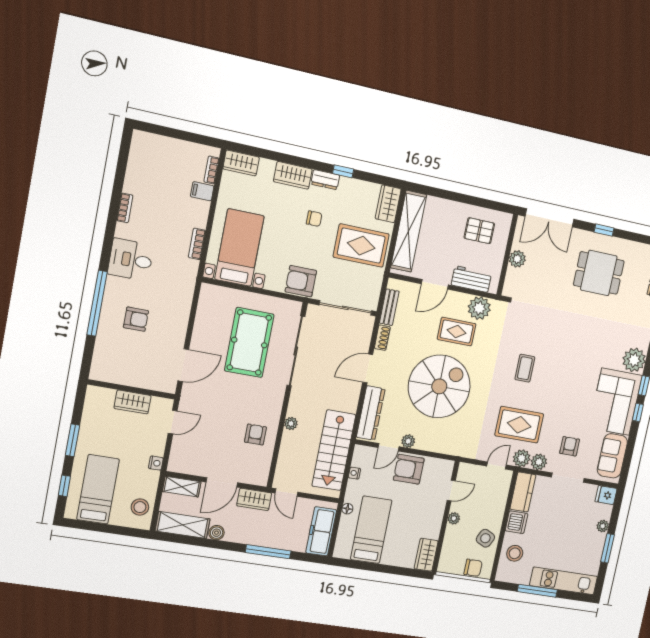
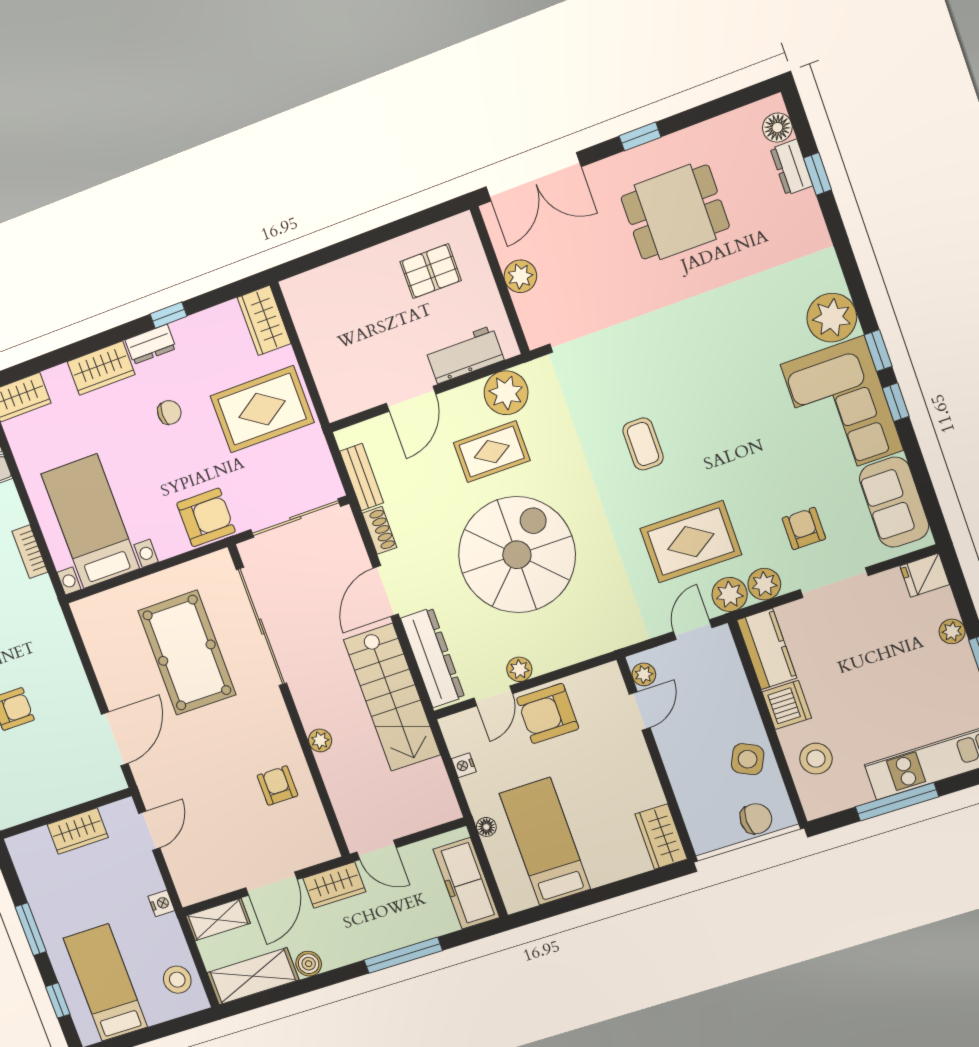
shelving: (409, 231) -> (320, 342), removed
armchair: (301, 281) -> (206, 517), turned 180
stairs: (334, 450) -> (392, 697), moved
plant: (454, 518) -> (644, 674), moved

